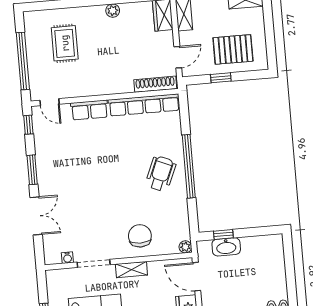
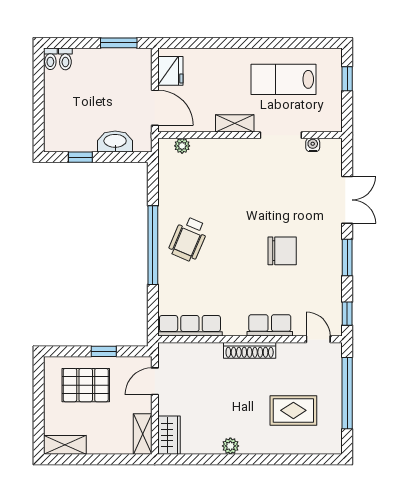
rug: (65, 43) -> (293, 410), turned 90
shoe rack: (155, 84) -> (250, 350), moved
row of seats: (144, 105) -> (190, 326), width x0.73
double door: (36, 216) -> (347, 200), swing flipped
window: (223, 234) -> (80, 157), moved
chair: (140, 236) -> (282, 251), moved, turned -90
plant: (185, 247) -> (182, 146), moved

